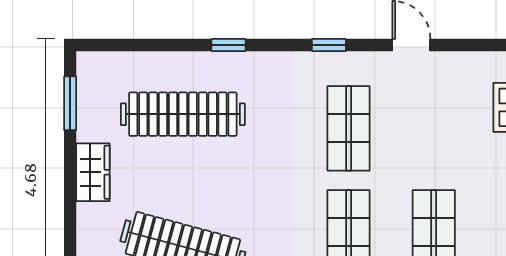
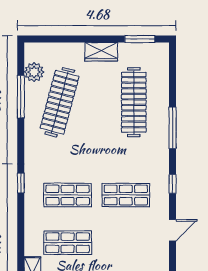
window: (228, 45) -> (173, 128), width x2.17

